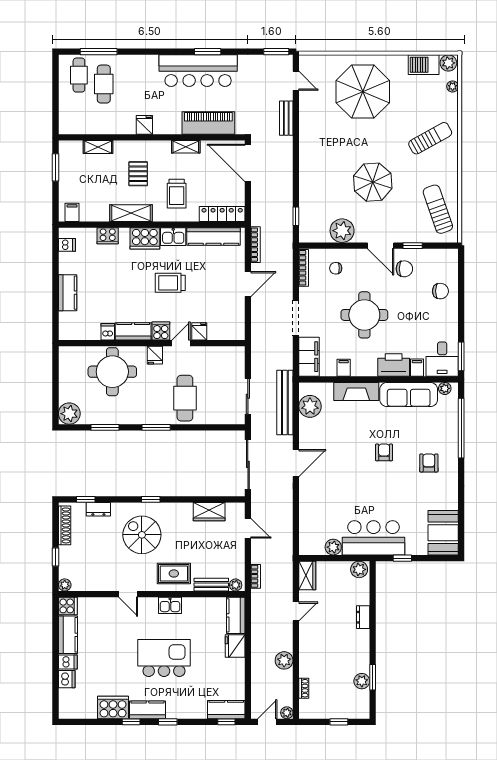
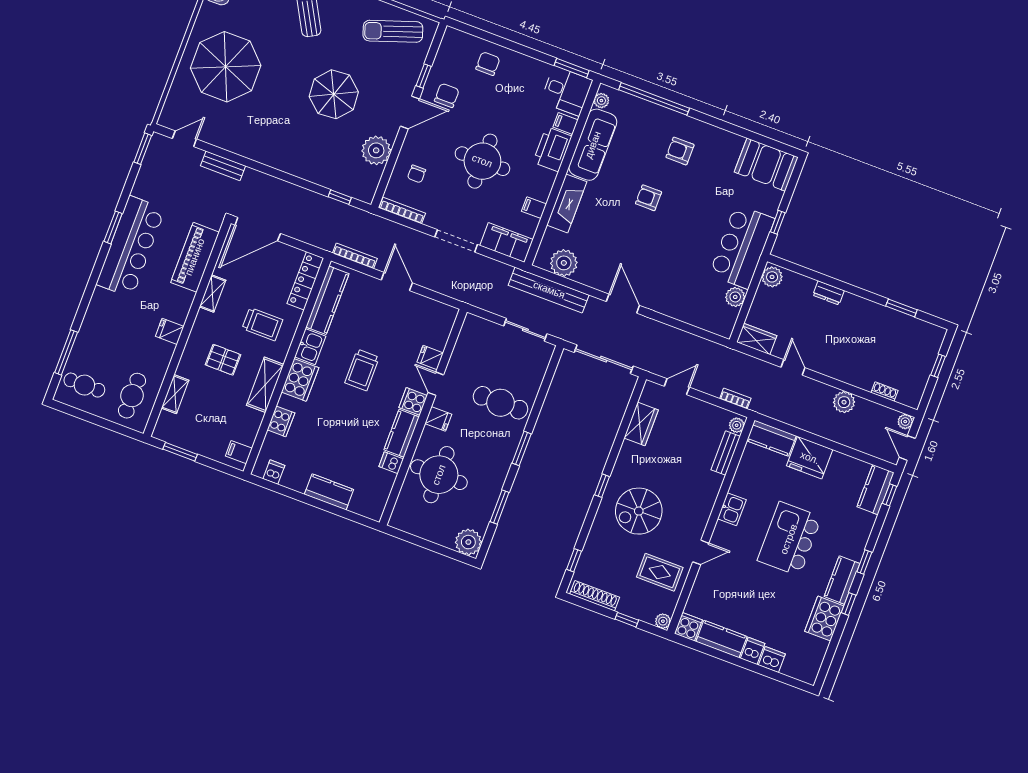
cafe table: (104, 84) -> (132, 396), moved, turned 90
dresser: (98, 509) -> (591, 550), removed
rug: (174, 573) -> (660, 572), moved, turned 90
fridge: (235, 646) -> (810, 458), width x1.36, depth x1.34
plant: (362, 681) -> (901, 322), removed

